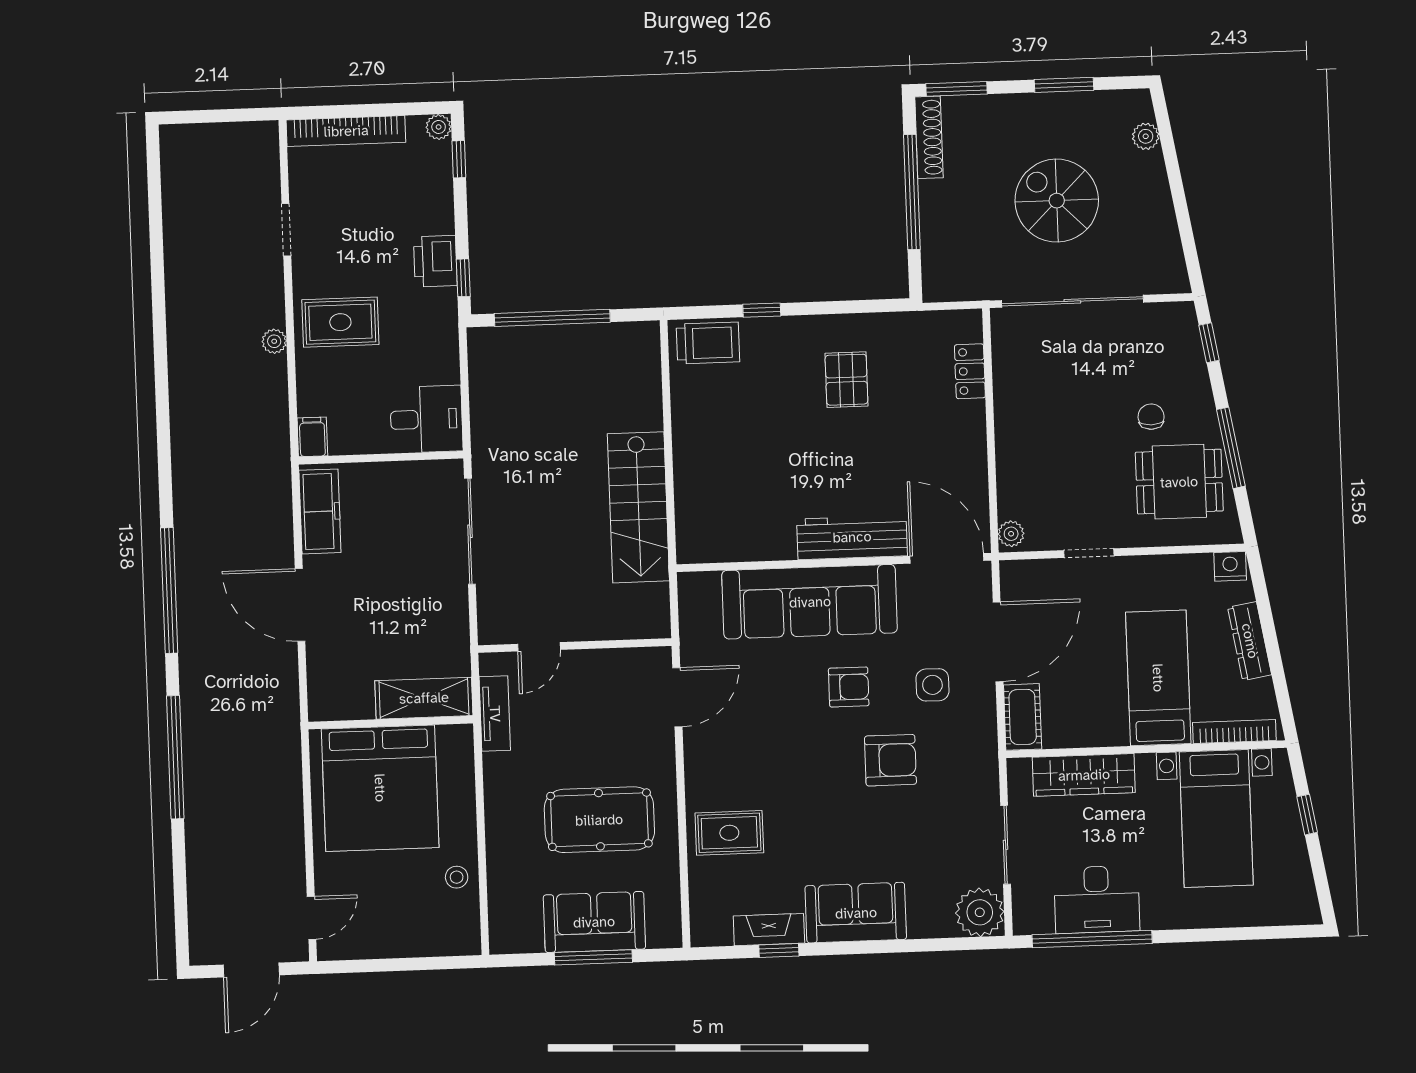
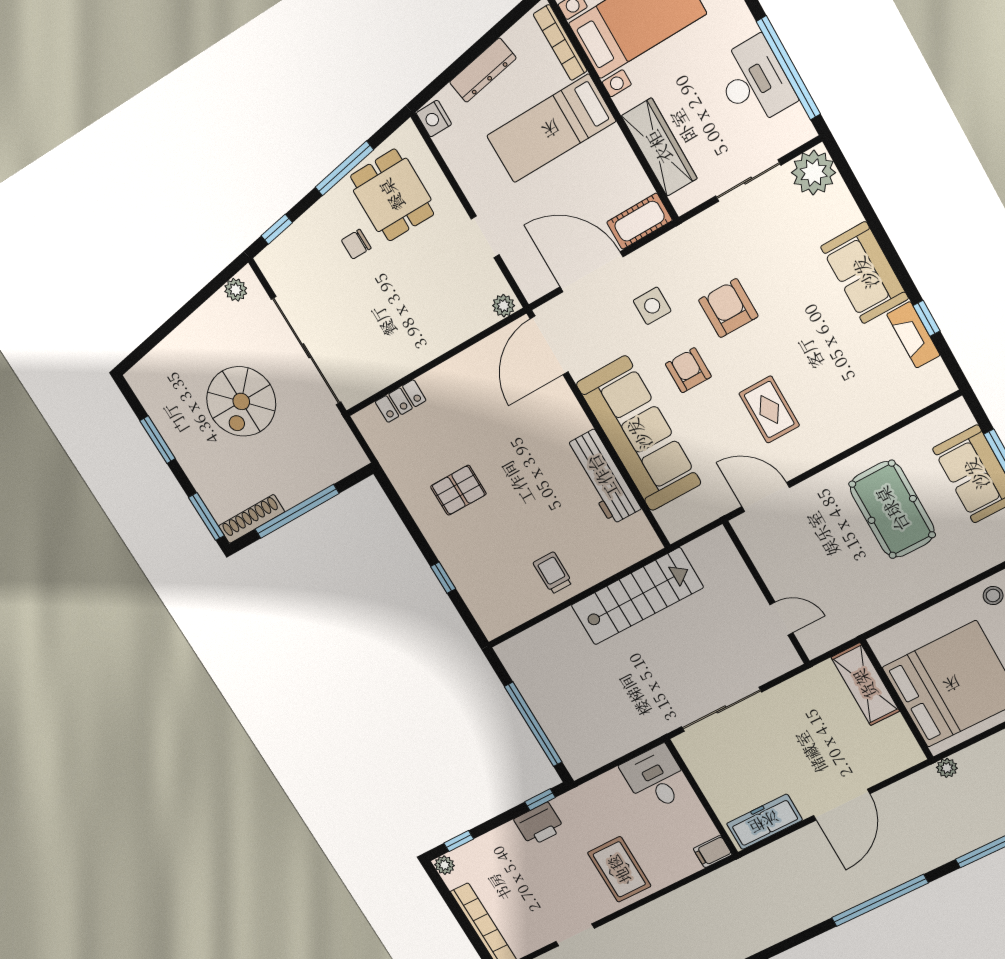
plant: (1146, 136) -> (236, 290), moved
plant: (274, 341) -> (947, 768), moved
trolley: (708, 343) -> (553, 573), moved, width x0.73, depth x0.72
workbench: (852, 537) -> (603, 477), moved
tv unit: (495, 714) -> (850, 627), removed
rug: (729, 833) -> (769, 409), moved

